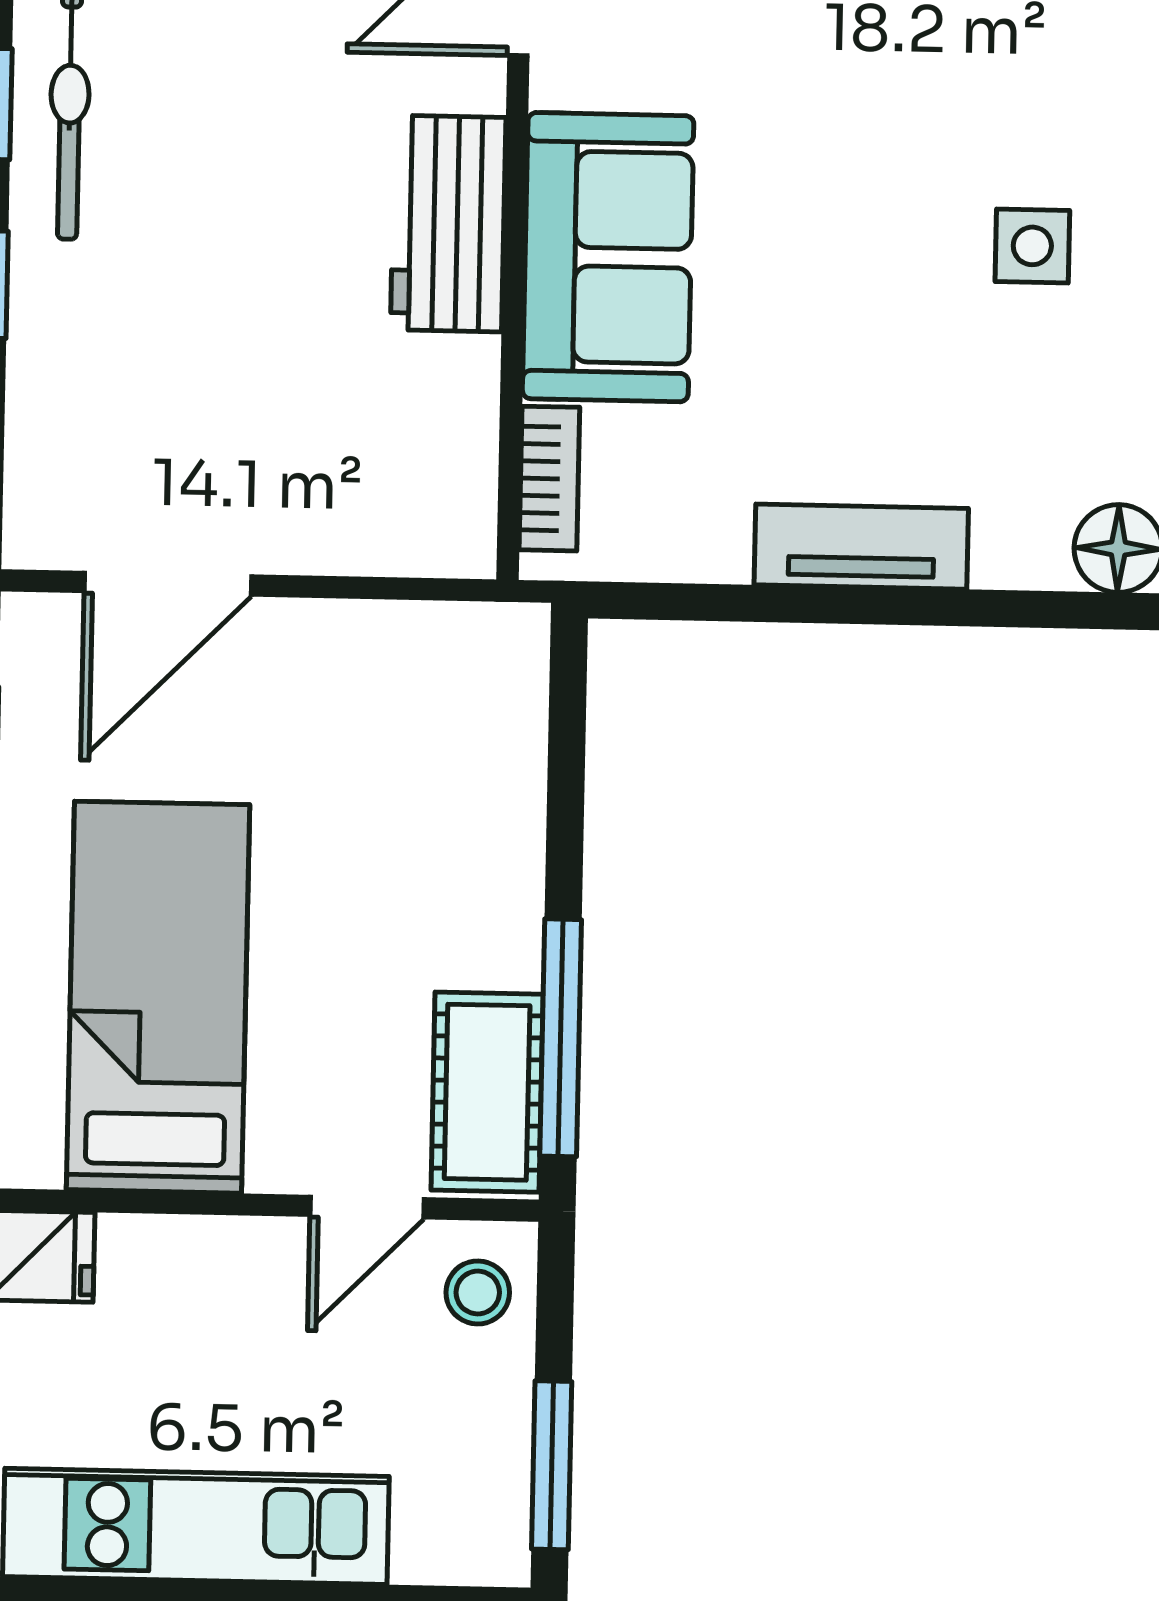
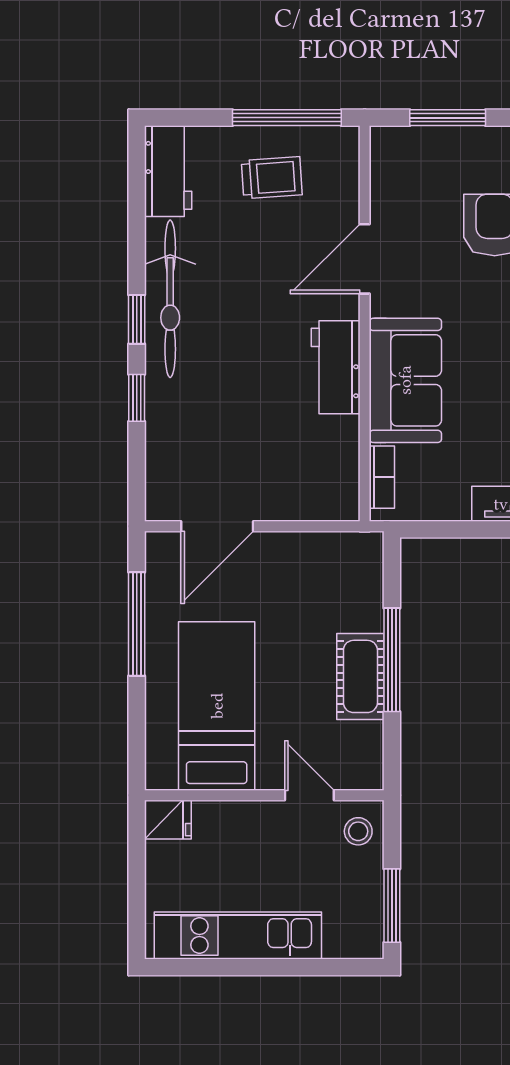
window: (561, 1038) -> (392, 660), moved
cot: (487, 1092) -> (360, 676), moved
door: (367, 1207) -> (309, 795), swing flipped

